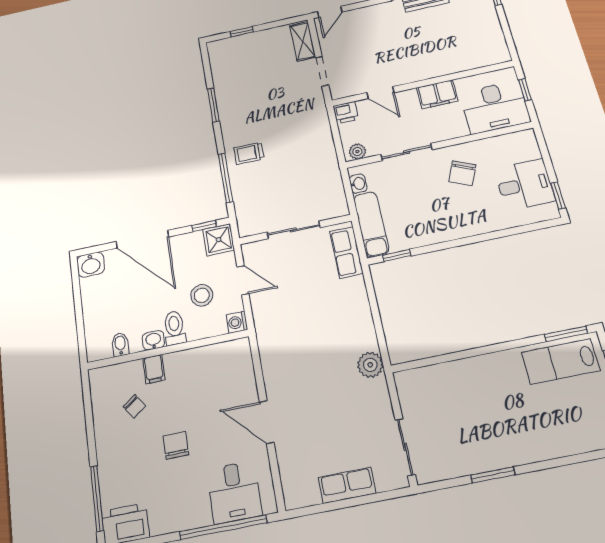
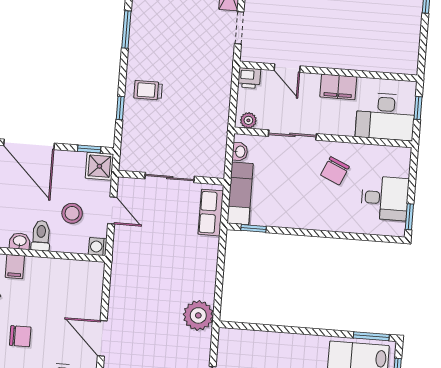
window: (226, 178) -> (120, 108), width x0.46
plant: (370, 365) -> (198, 315), width x1.36, depth x1.36
chair: (176, 445) -> (20, 336), turned 90

